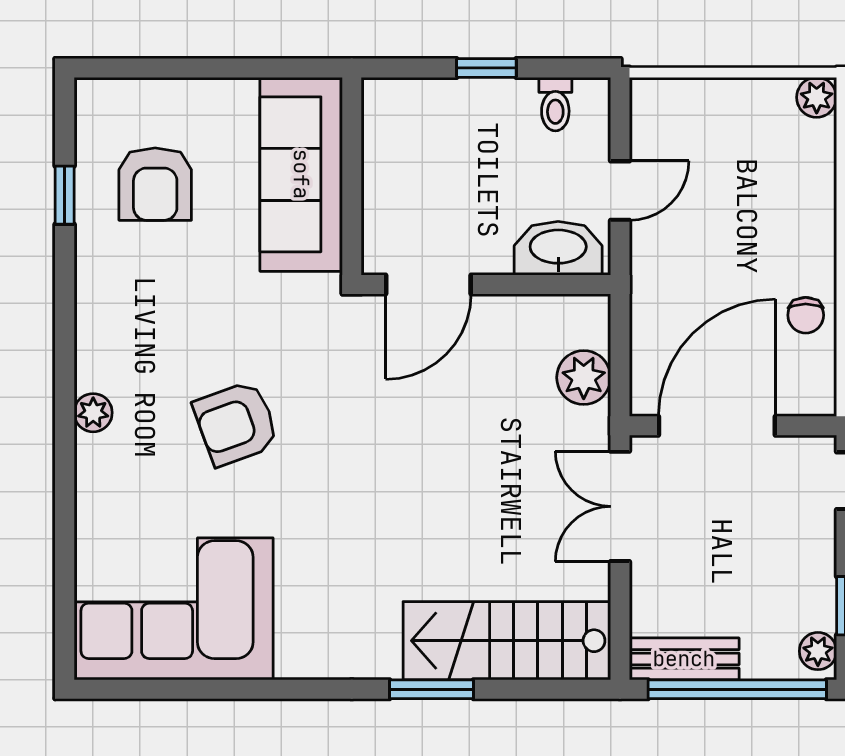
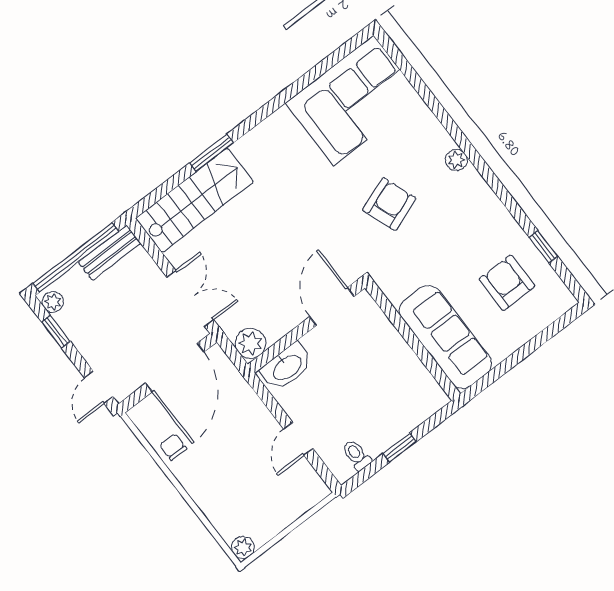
washbasin: (558, 248) -> (287, 367), moved
door: (428, 284) -> (332, 306), moved
wall: (486, 284) -> (306, 326), moved

